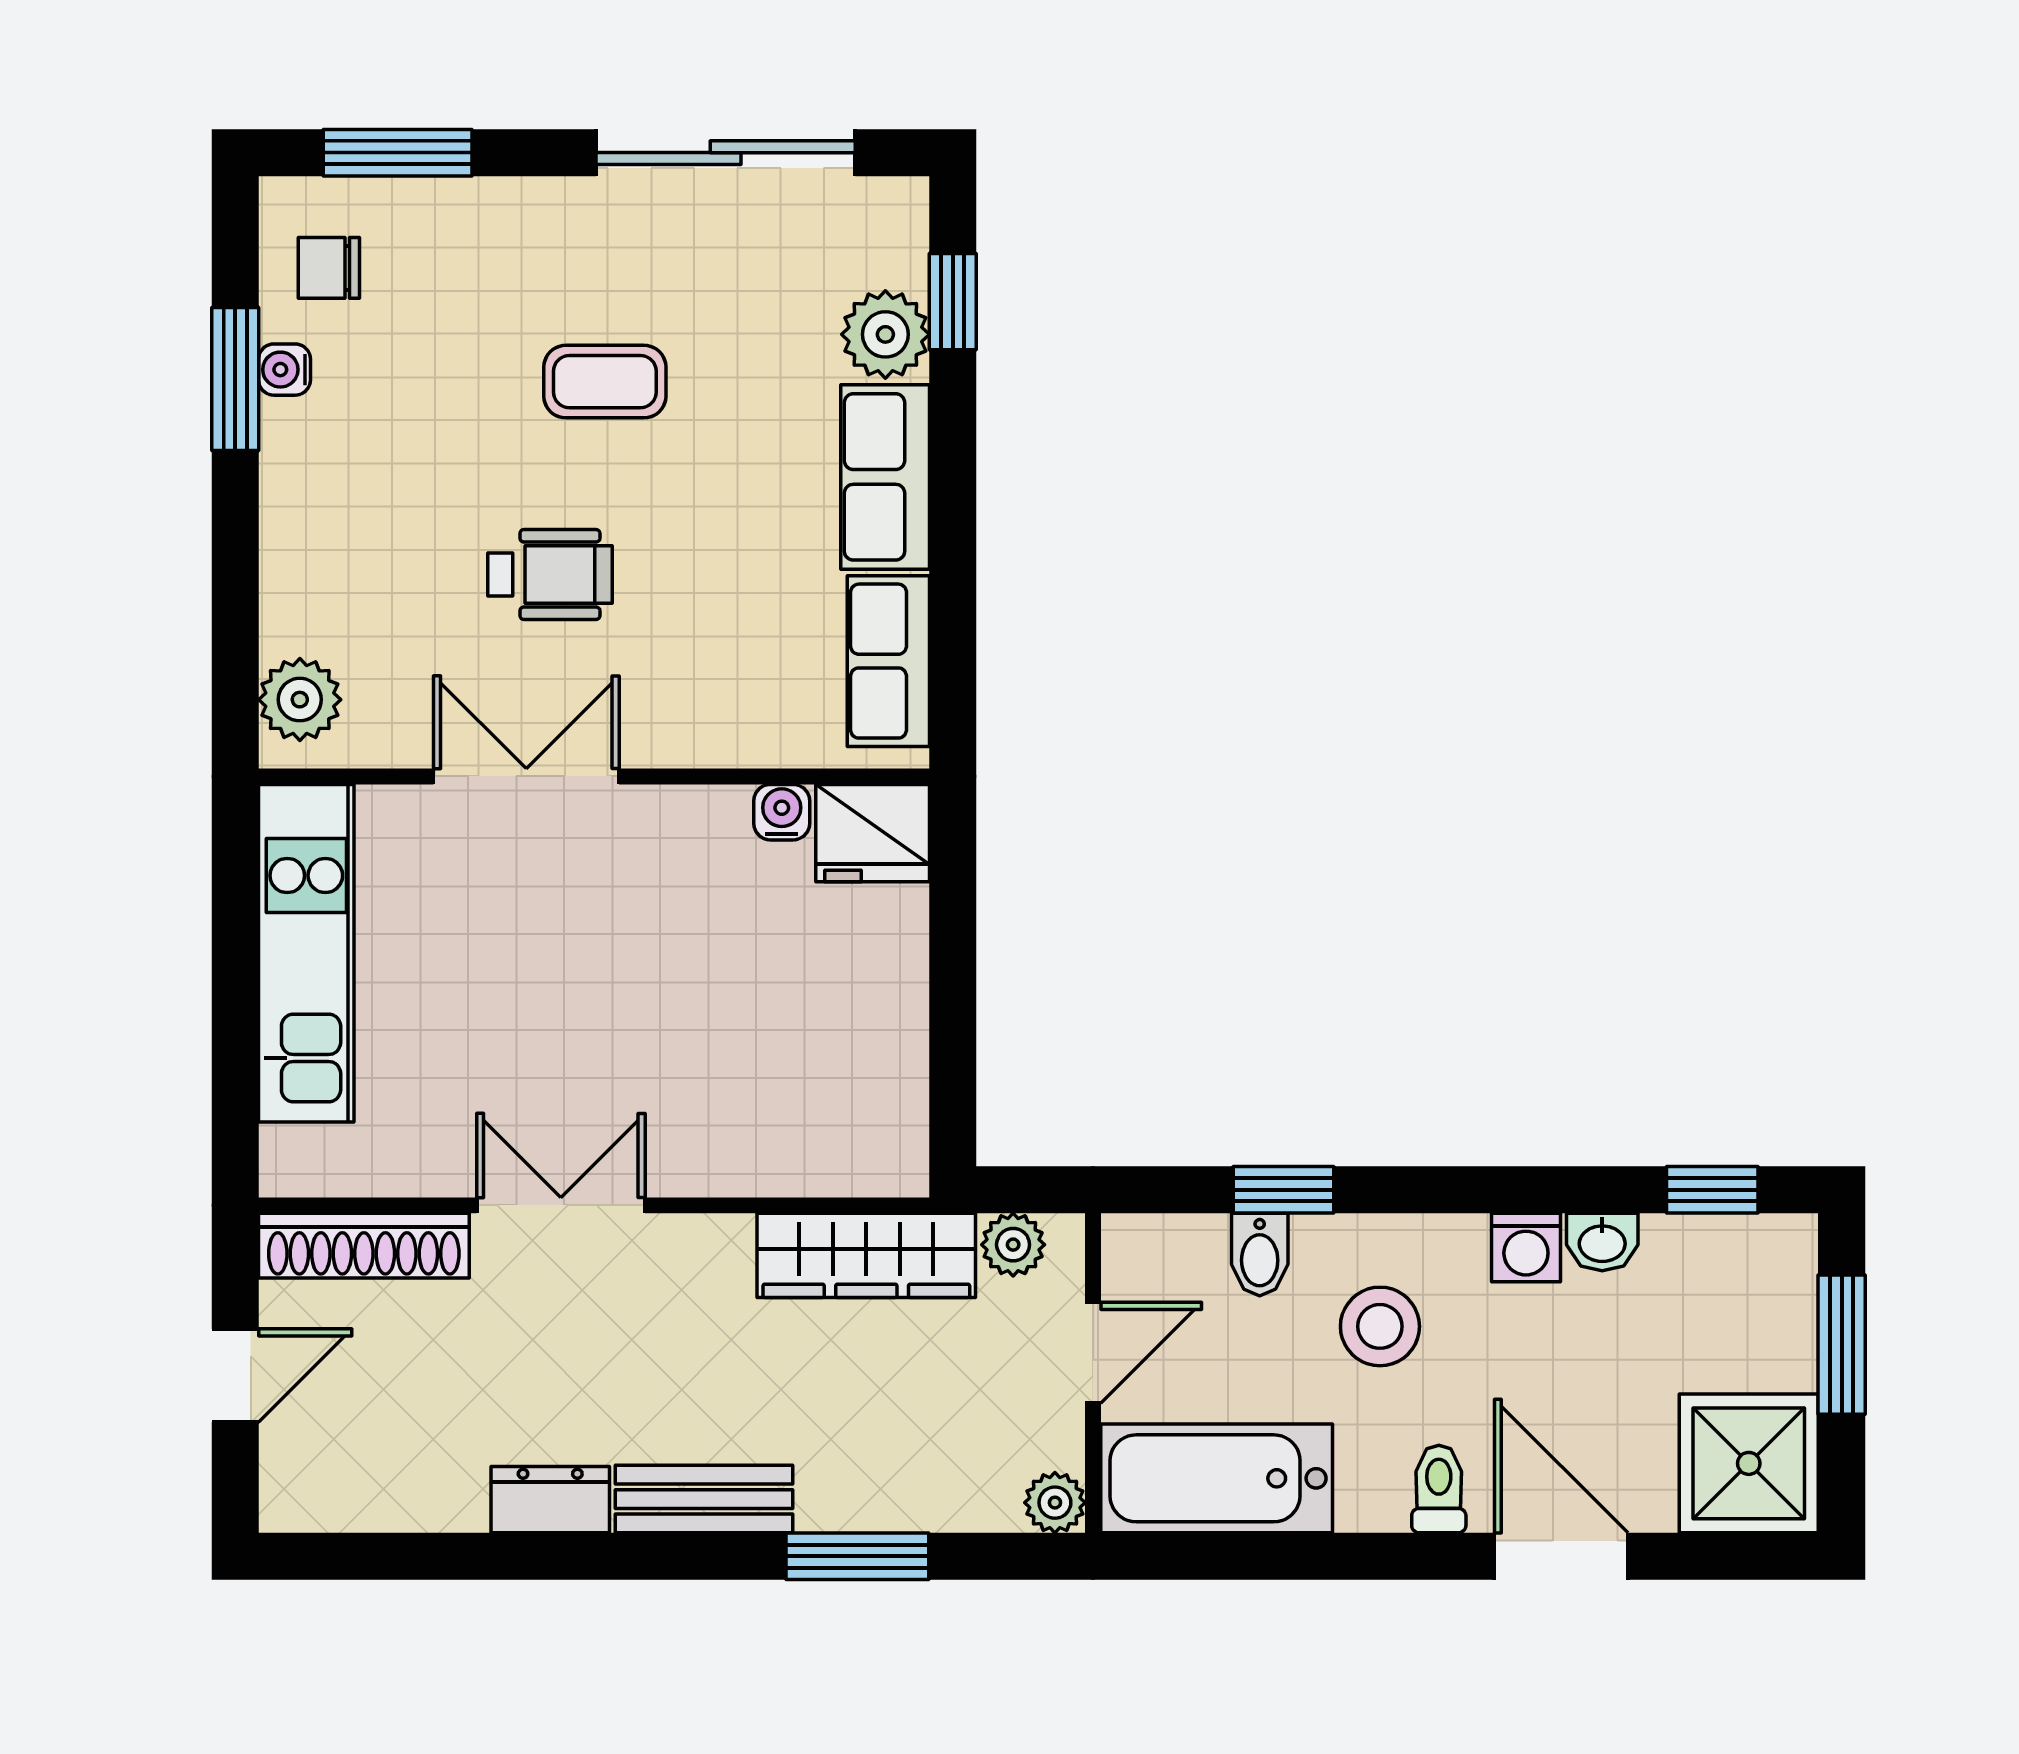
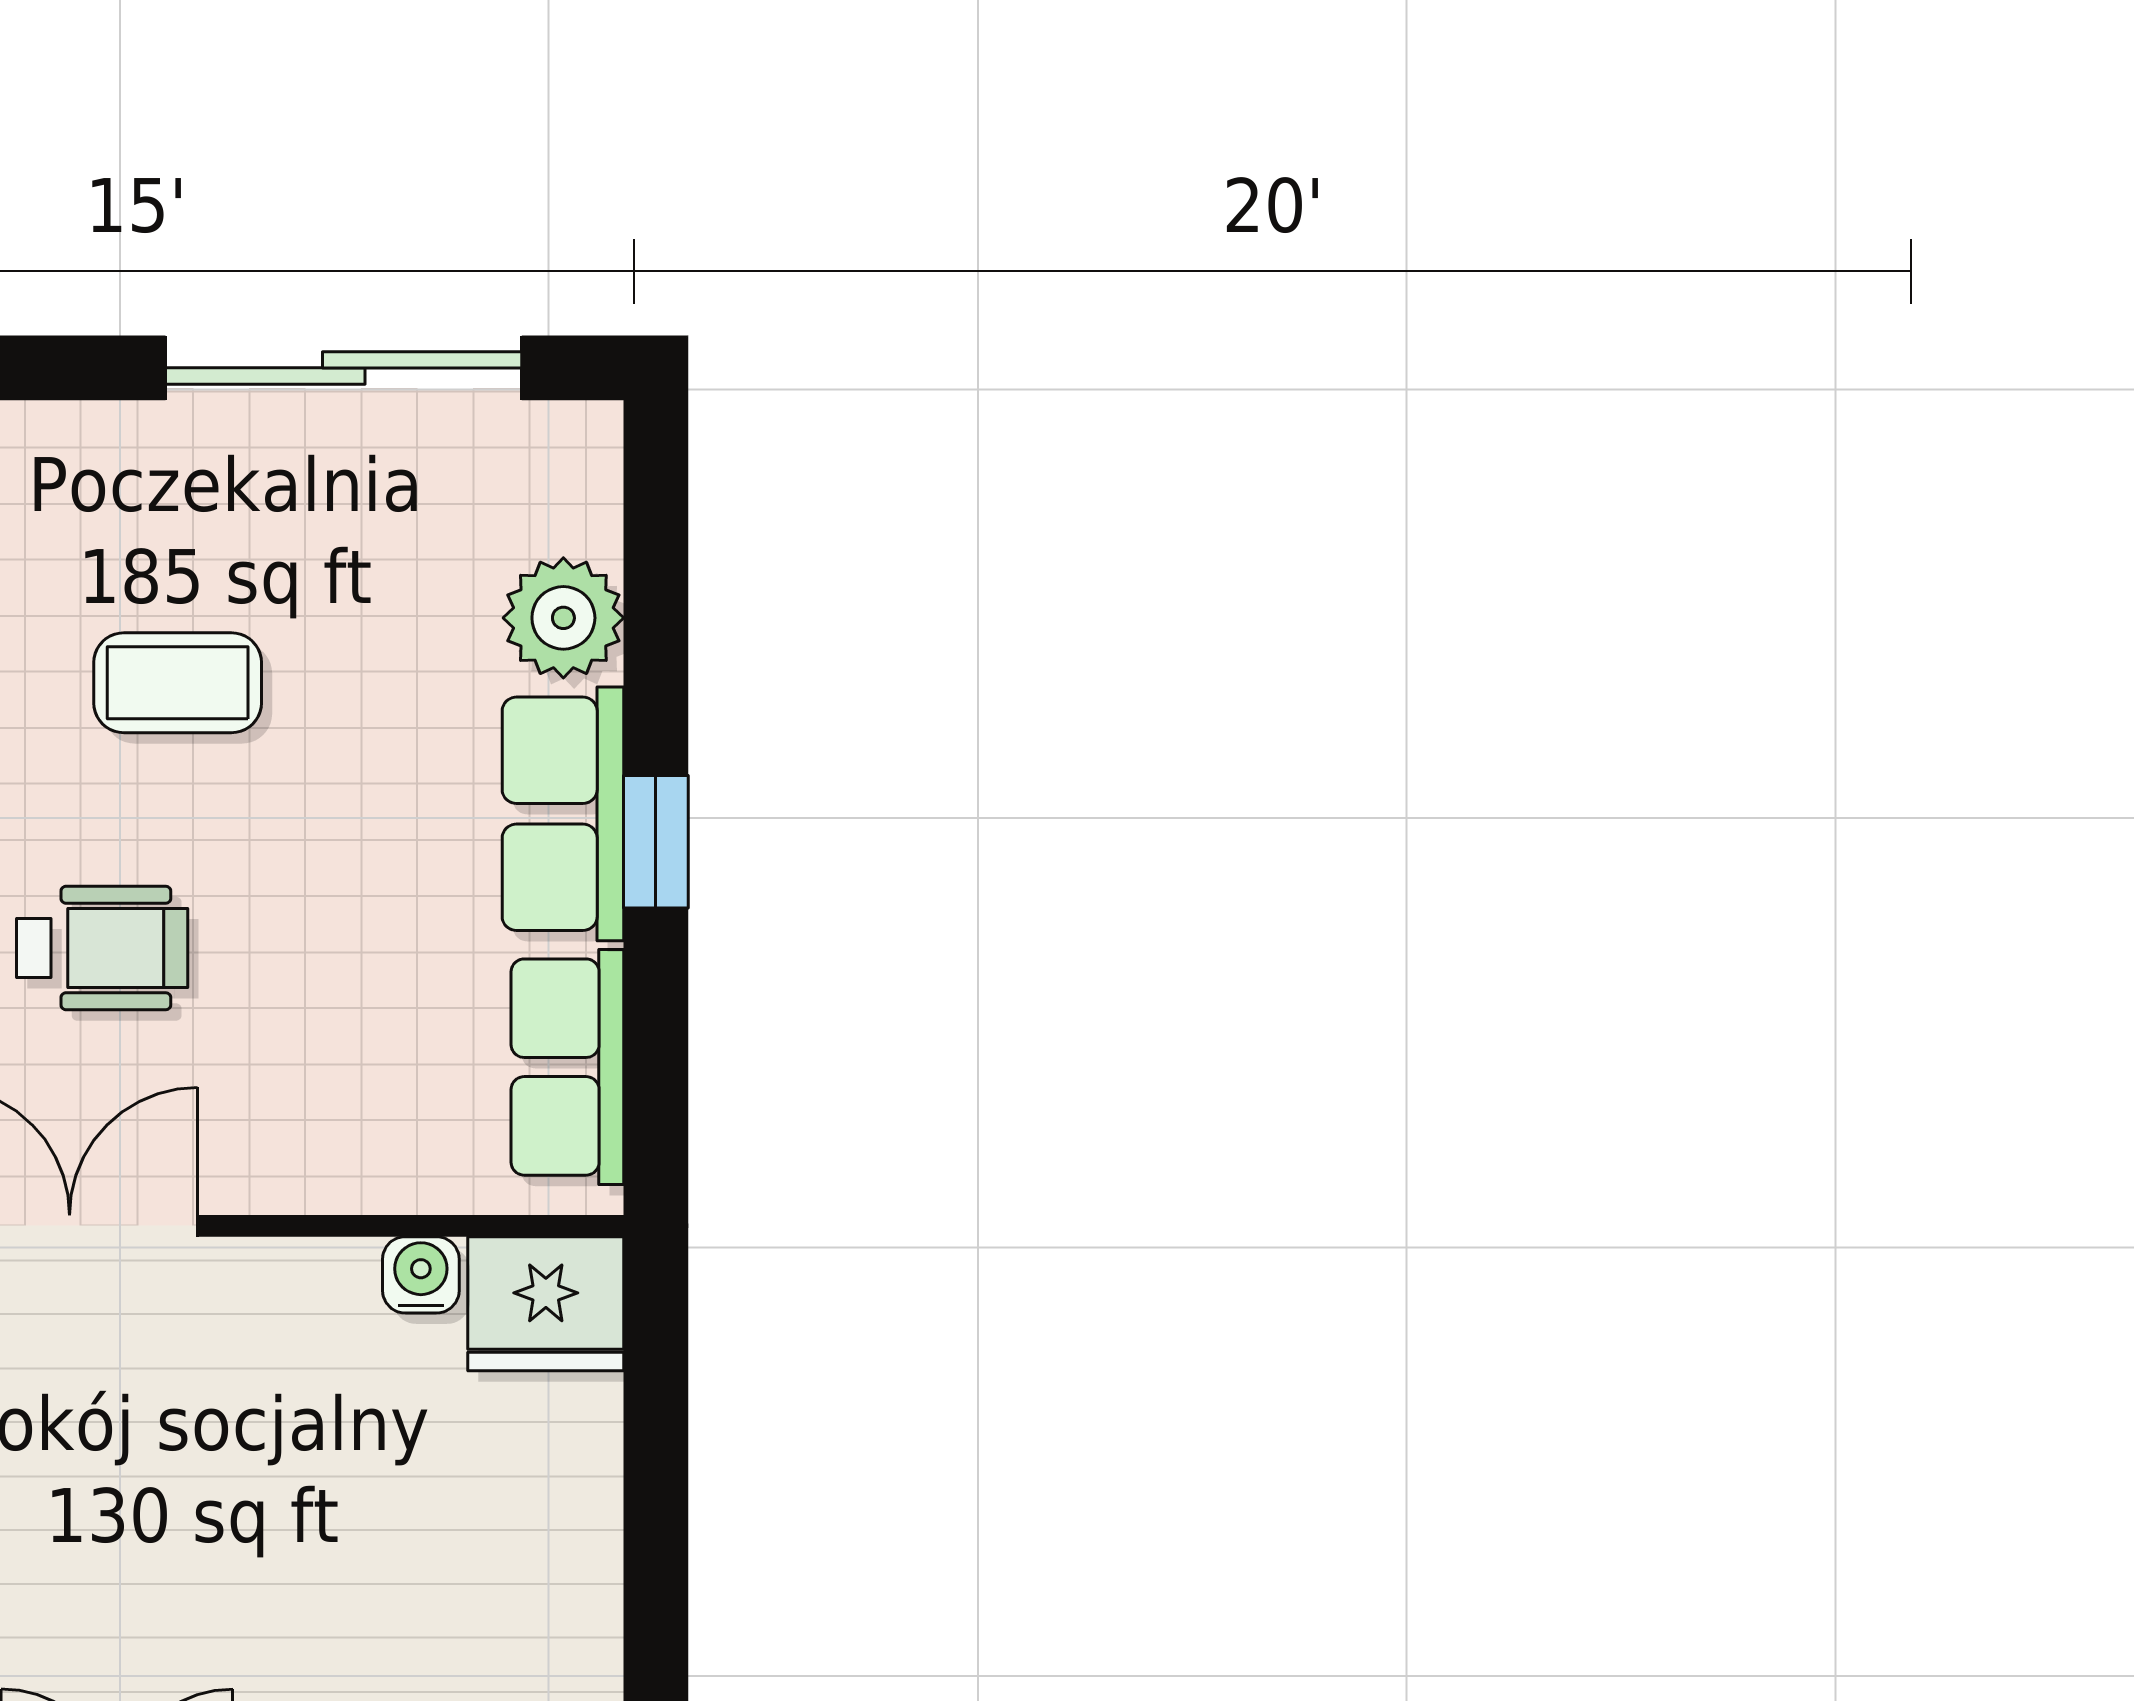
window: (953, 302) -> (656, 842), moved

